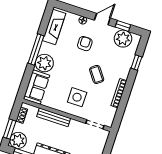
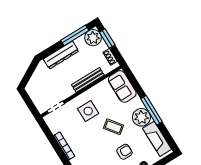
armchair: (85, 44) -> (124, 152), turned -90
plant: (44, 63) -> (141, 117), moved
coffee table: (97, 74) -> (114, 127), moved

